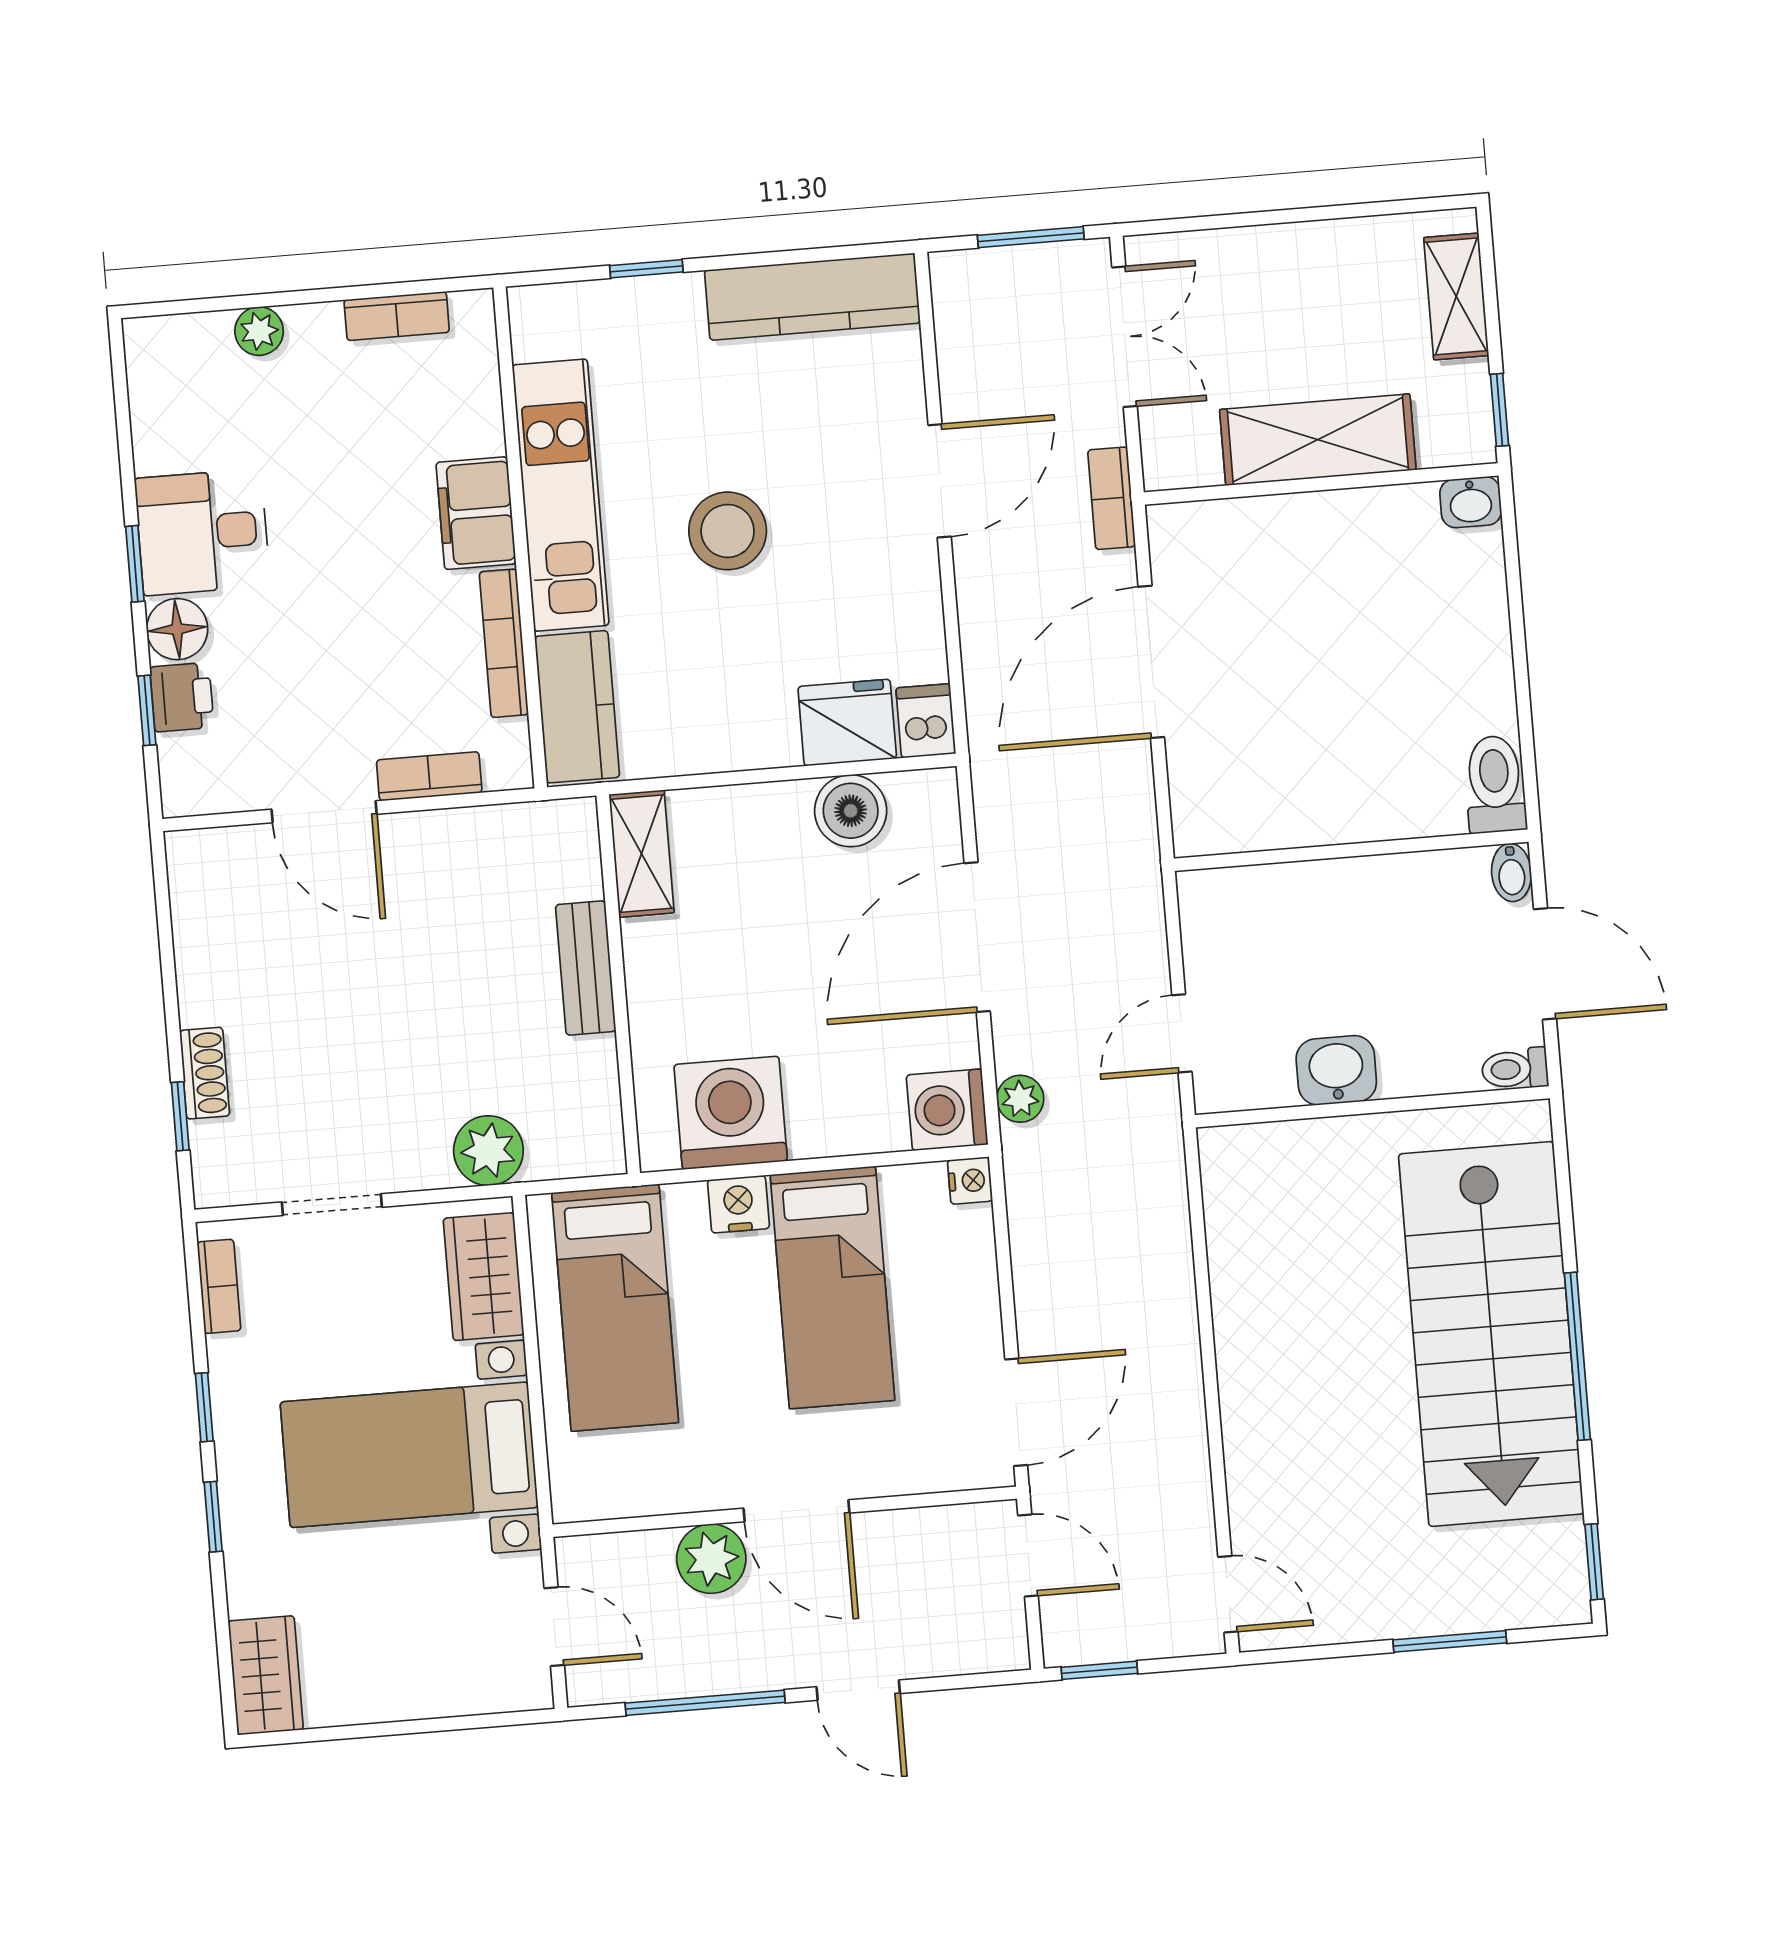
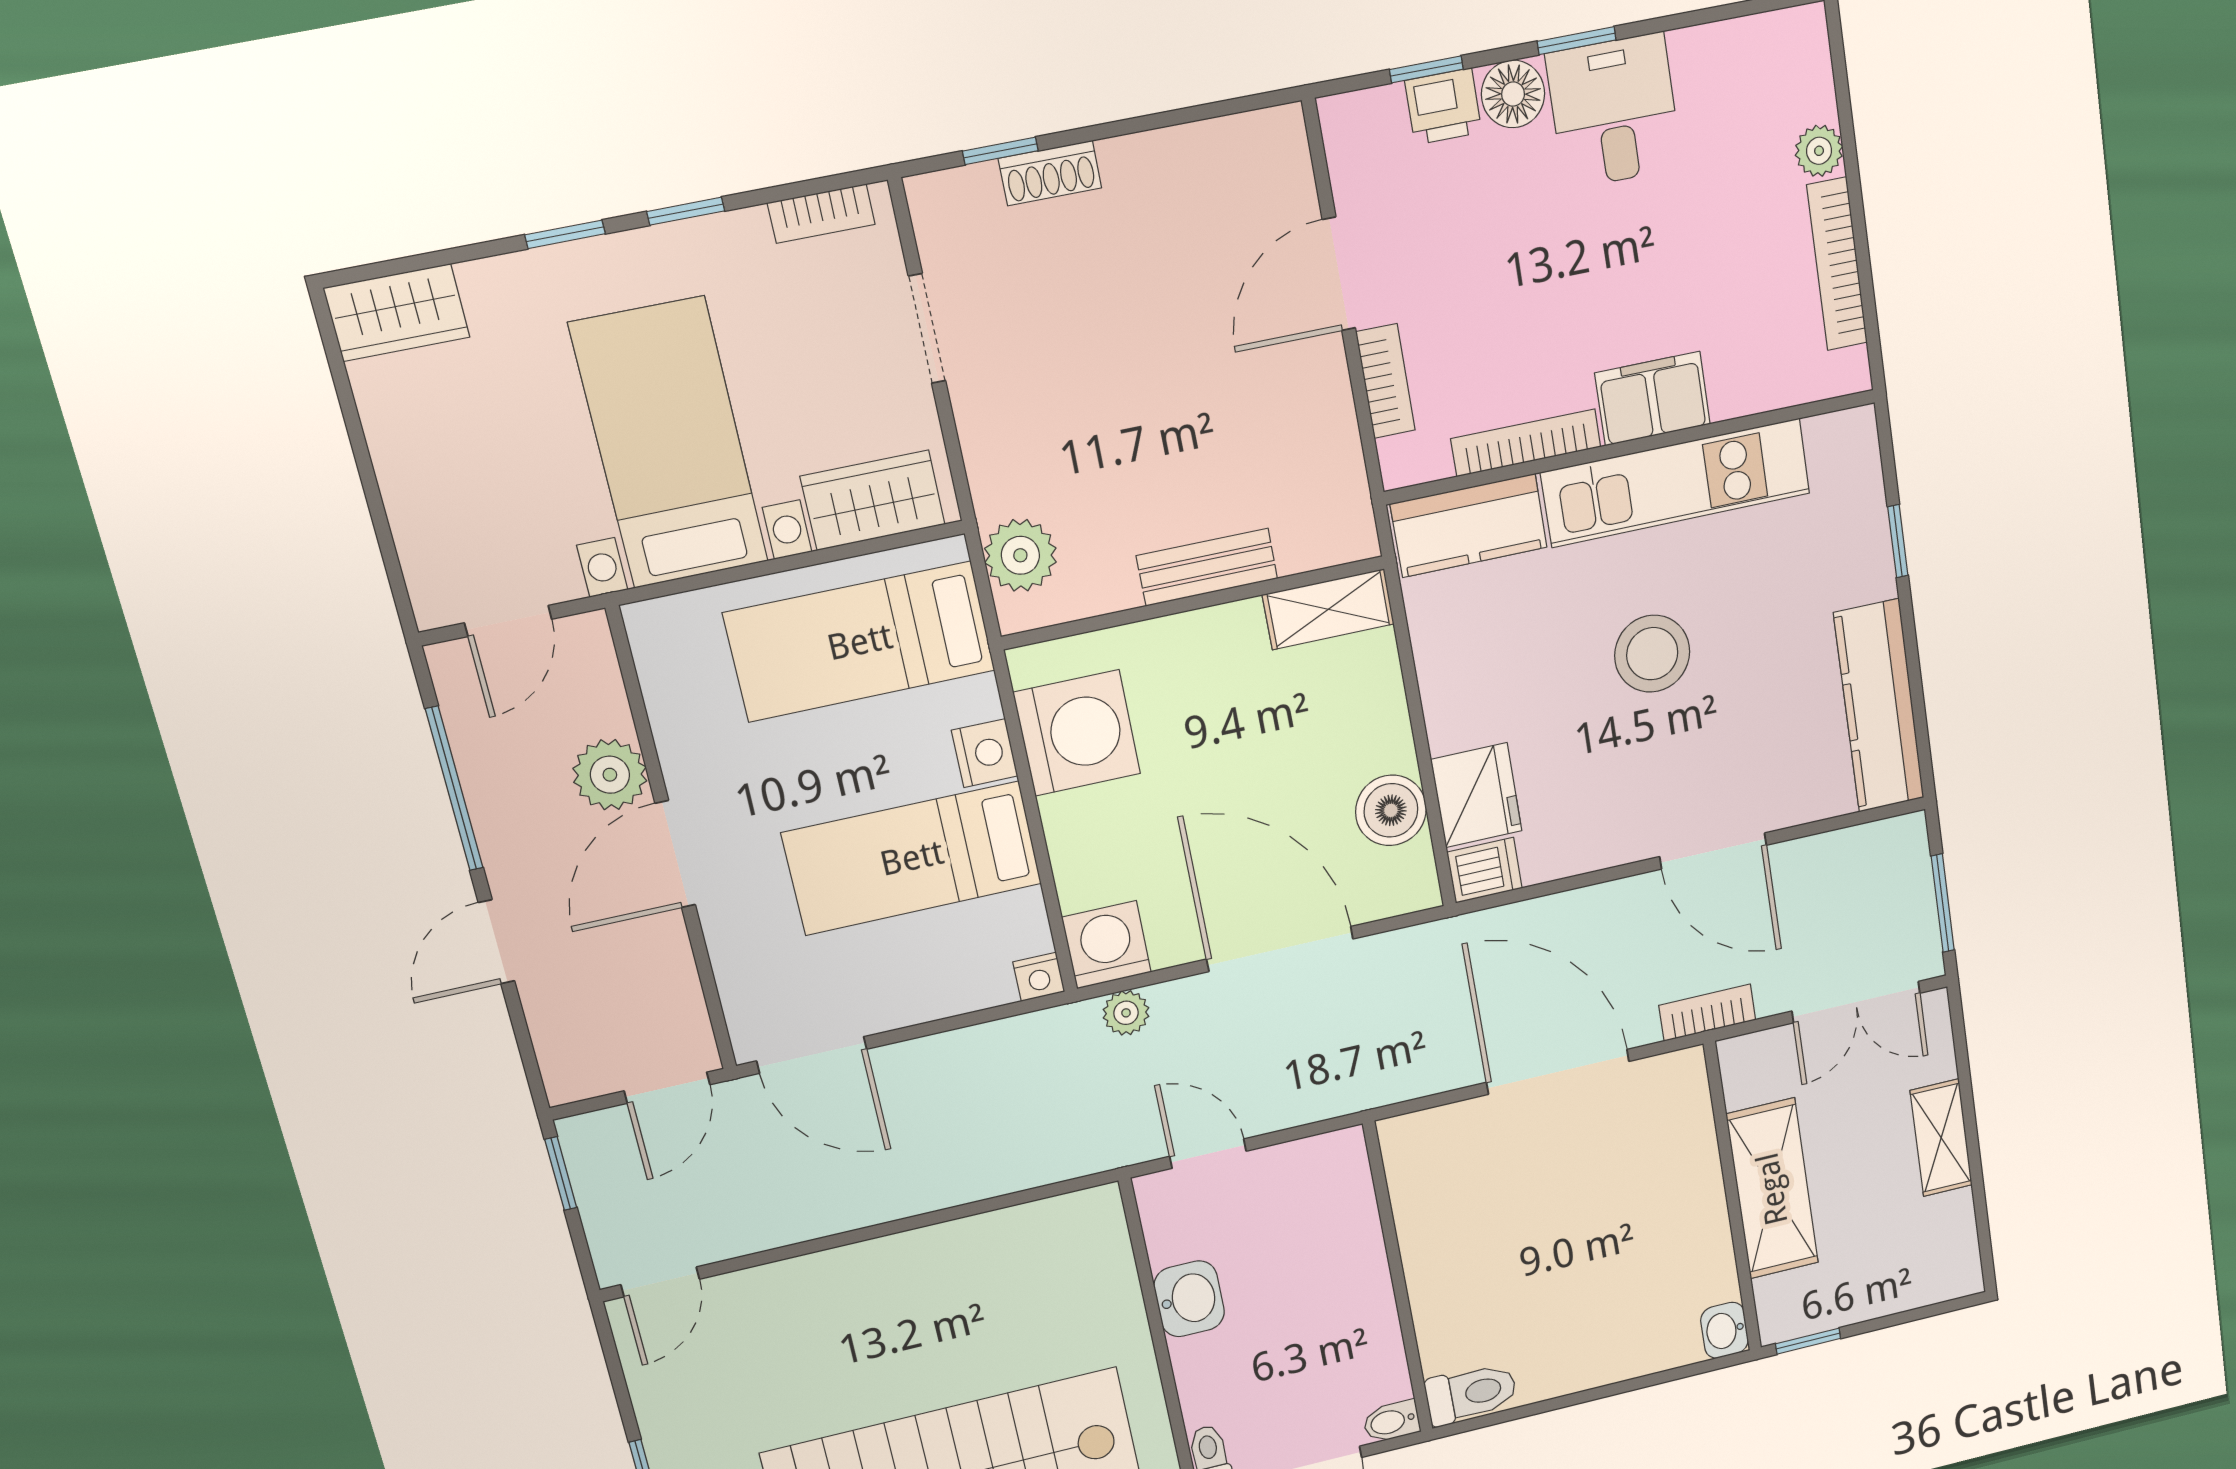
shelving: (1456, 296) -> (1941, 1138), moved, turned 90
bookcase: (397, 316) -> (1837, 264), width x1.56
plant: (488, 1151) -> (1020, 555), moved

